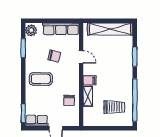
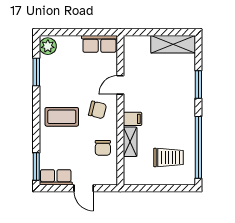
row of seats: (61, 29) -> (99, 44), width x0.68
shelving: (110, 29) -> (173, 44), width x0.68
chair: (54, 56) -> (97, 110), moved
door: (81, 57) -> (120, 85), swing flipped

